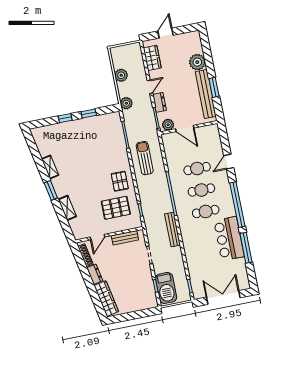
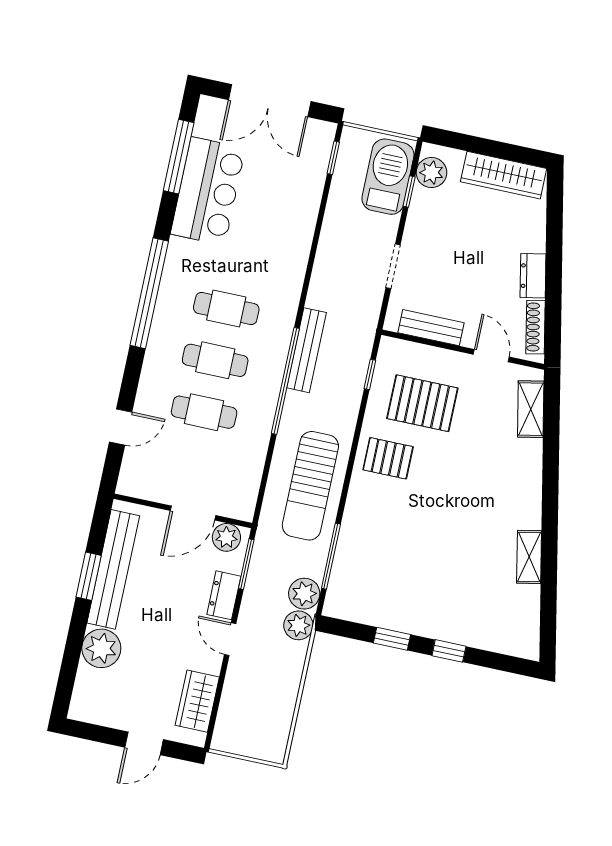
plant: (121, 75) -> (304, 594), moved
door: (150, 87) -> (230, 639), hinge flipped
door: (185, 128) -> (193, 513), swing flipped
sun lounger: (145, 158) -> (310, 486), width x1.36, depth x1.34
door: (229, 162) -> (121, 427), moved
pallet: (120, 181) -> (388, 458), turned 90
window: (51, 190) -> (550, 504), removed
shelving: (67, 208) -> (531, 409), moved
bench: (172, 229) -> (307, 350), moved
door: (97, 237) -> (491, 356), hinge flipped
bar counter: (229, 239) -> (208, 191), moved
window: (246, 248) -> (179, 157), moved
plant: (150, 297) -> (431, 173), added
wardrobe: (106, 299) -> (504, 175), moved, turned -79

